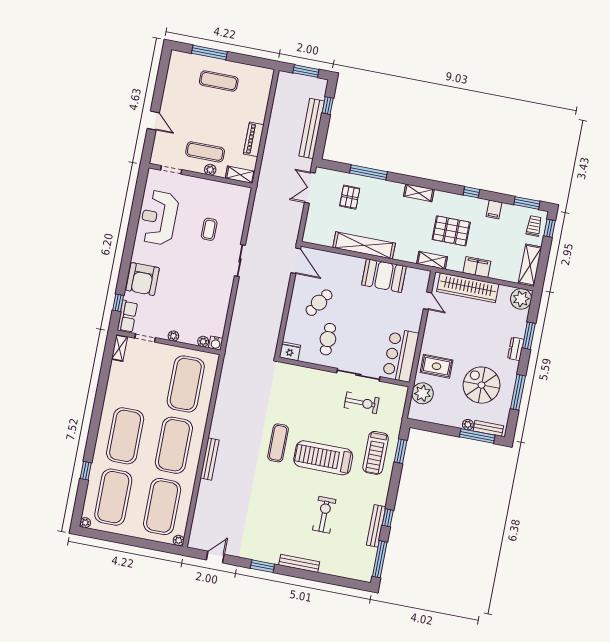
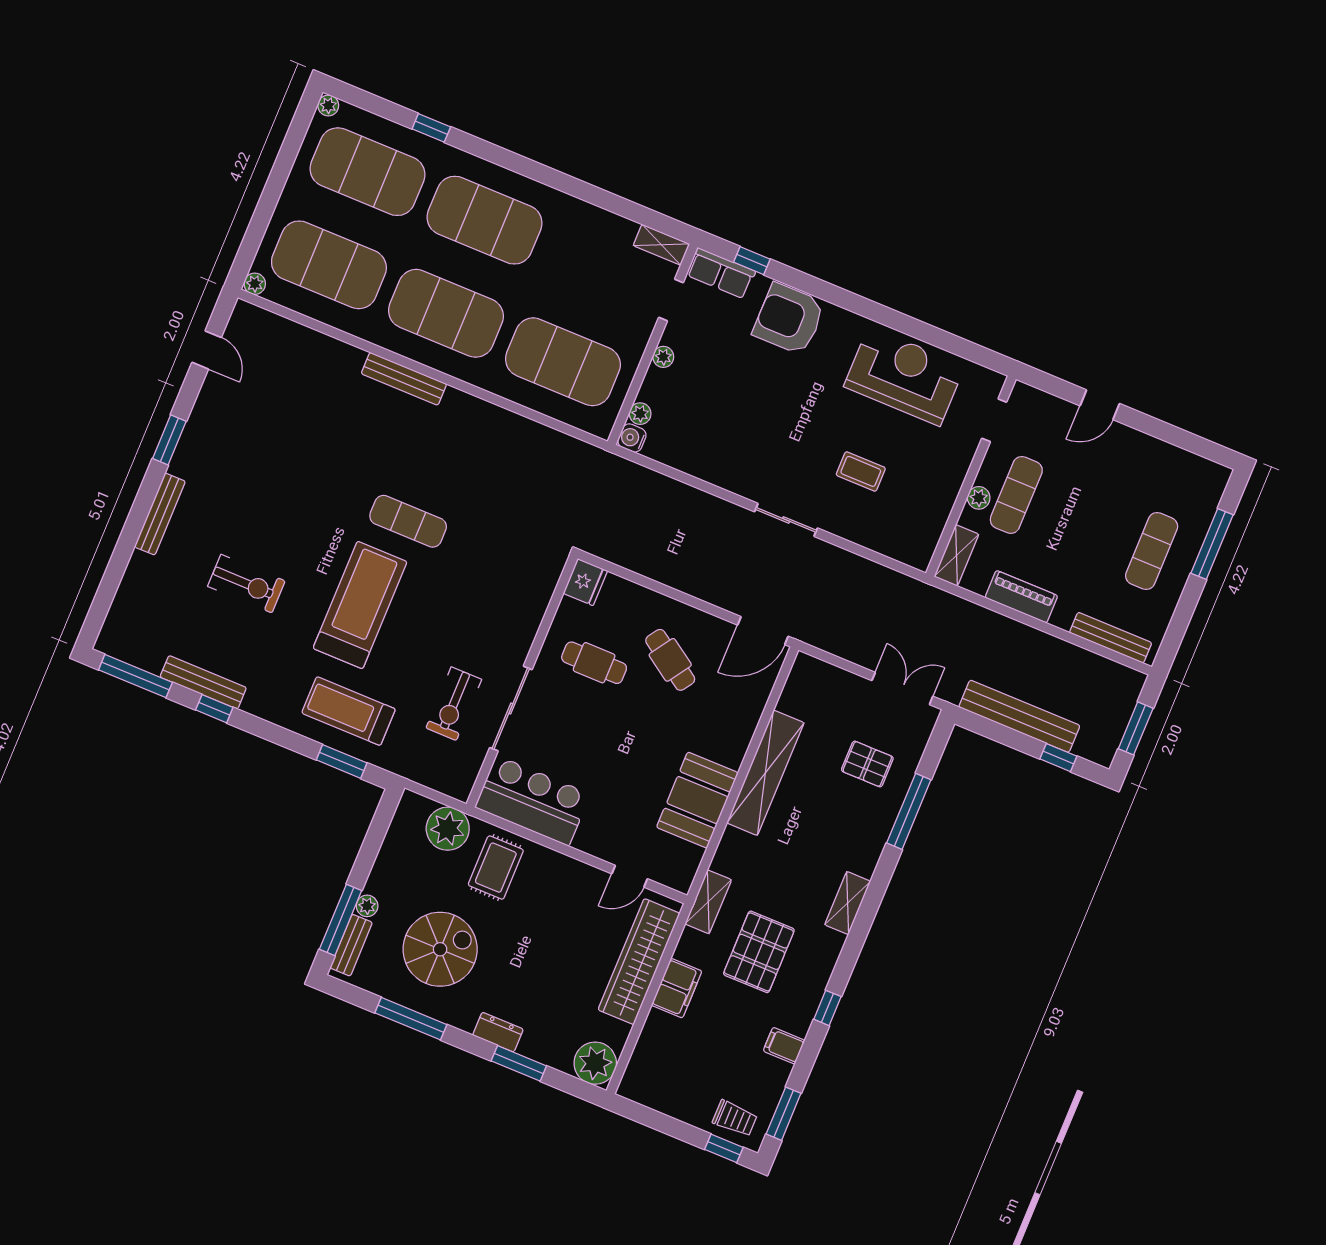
bench: (265, 92) -> (1111, 638), added
shelving: (530, 265) -> (658, 1094), removed

